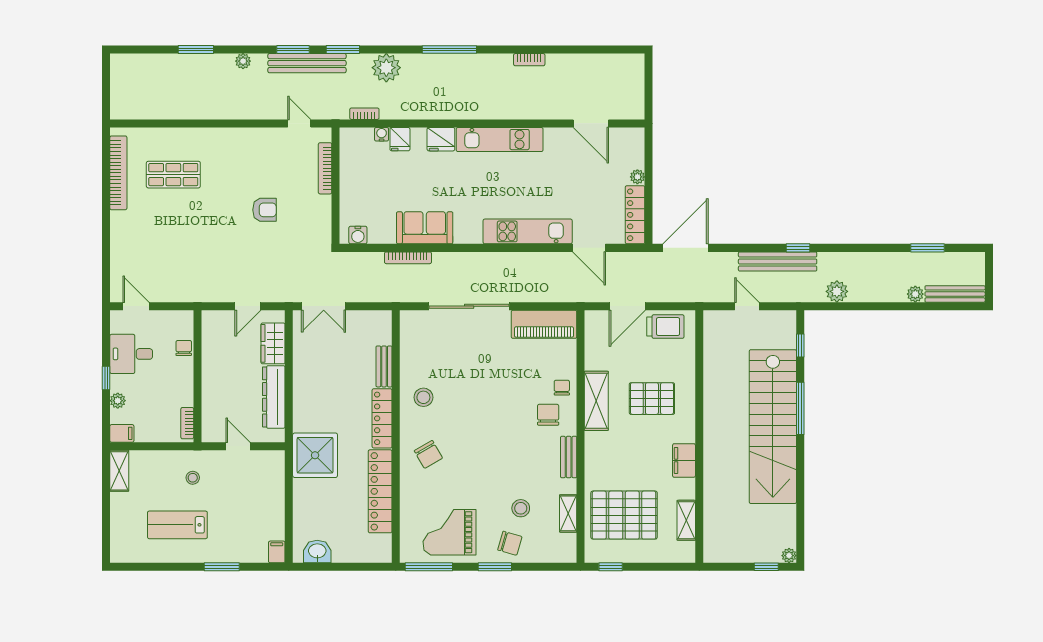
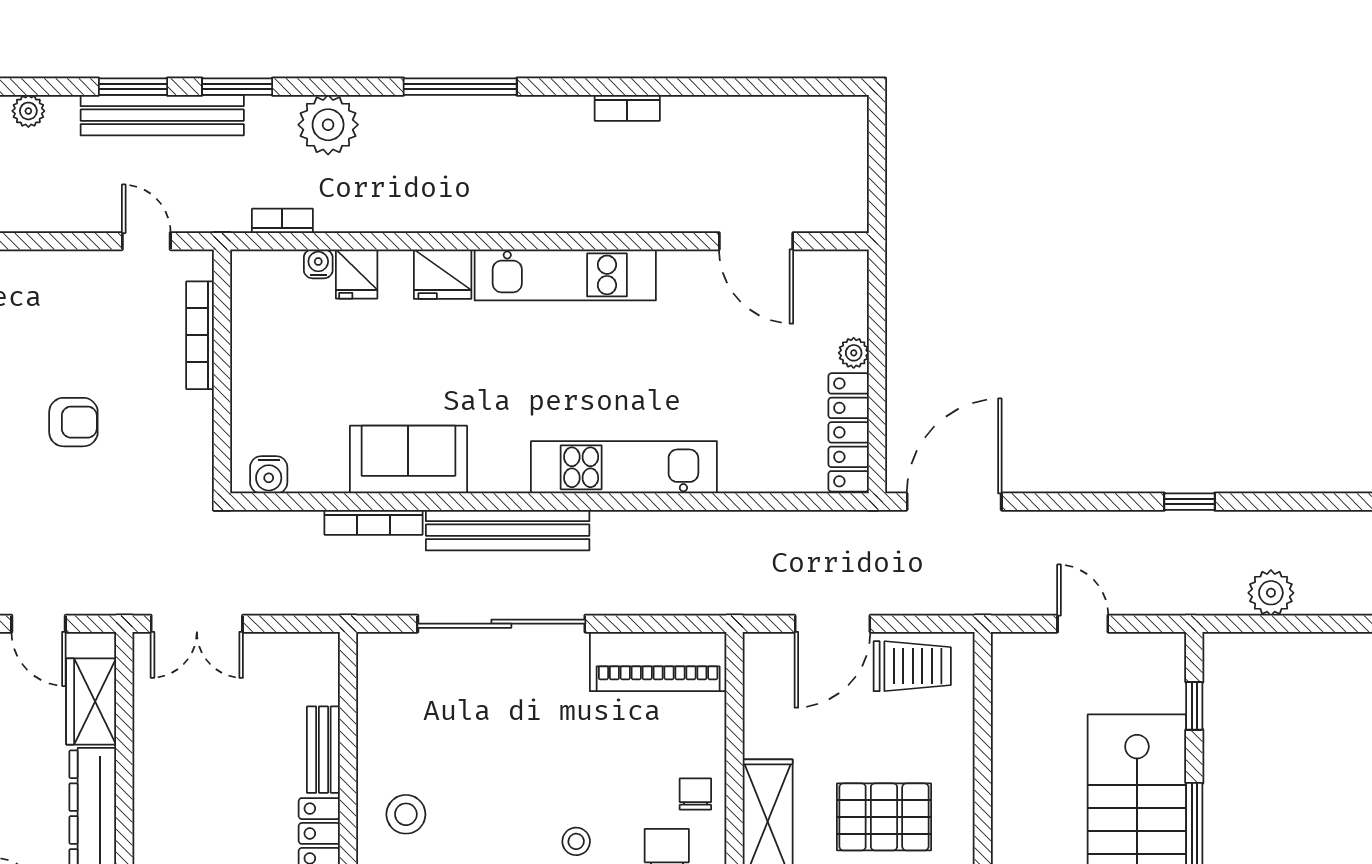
door: (589, 248) -> (752, 502), removed
bench: (778, 261) -> (508, 530), moved
door: (248, 306) -> (39, 624), hinge flipped
stool: (505, 410) -> (576, 841), added

